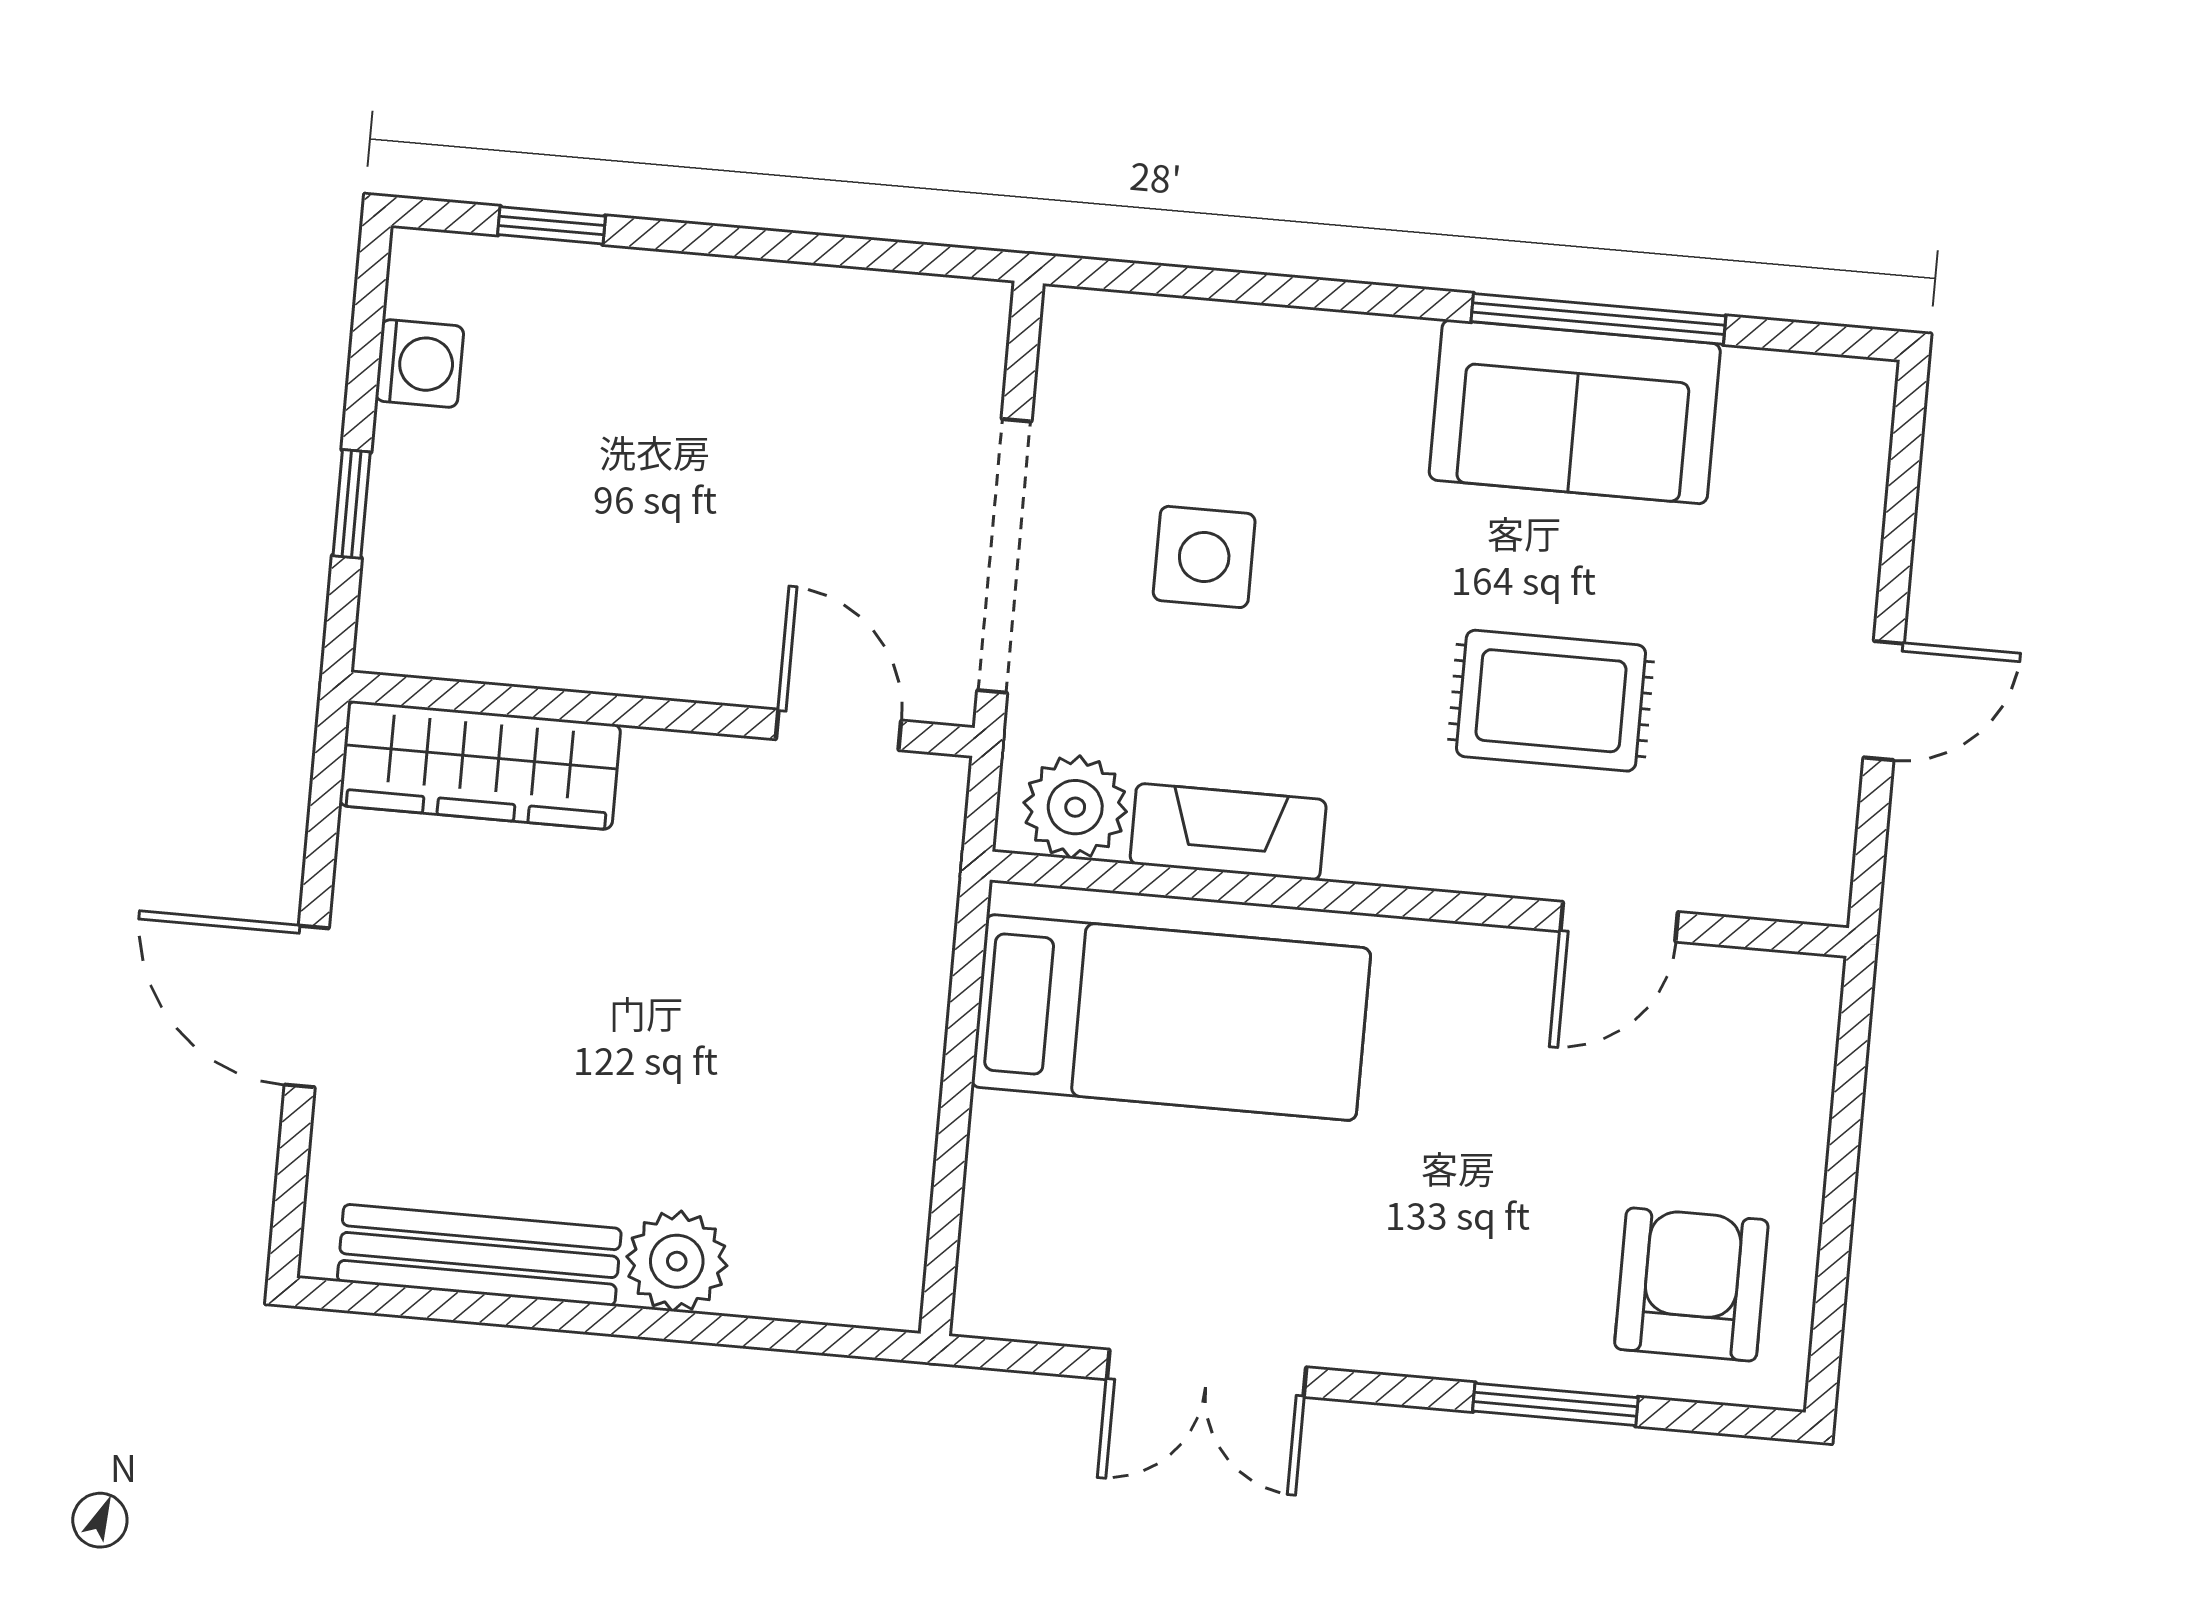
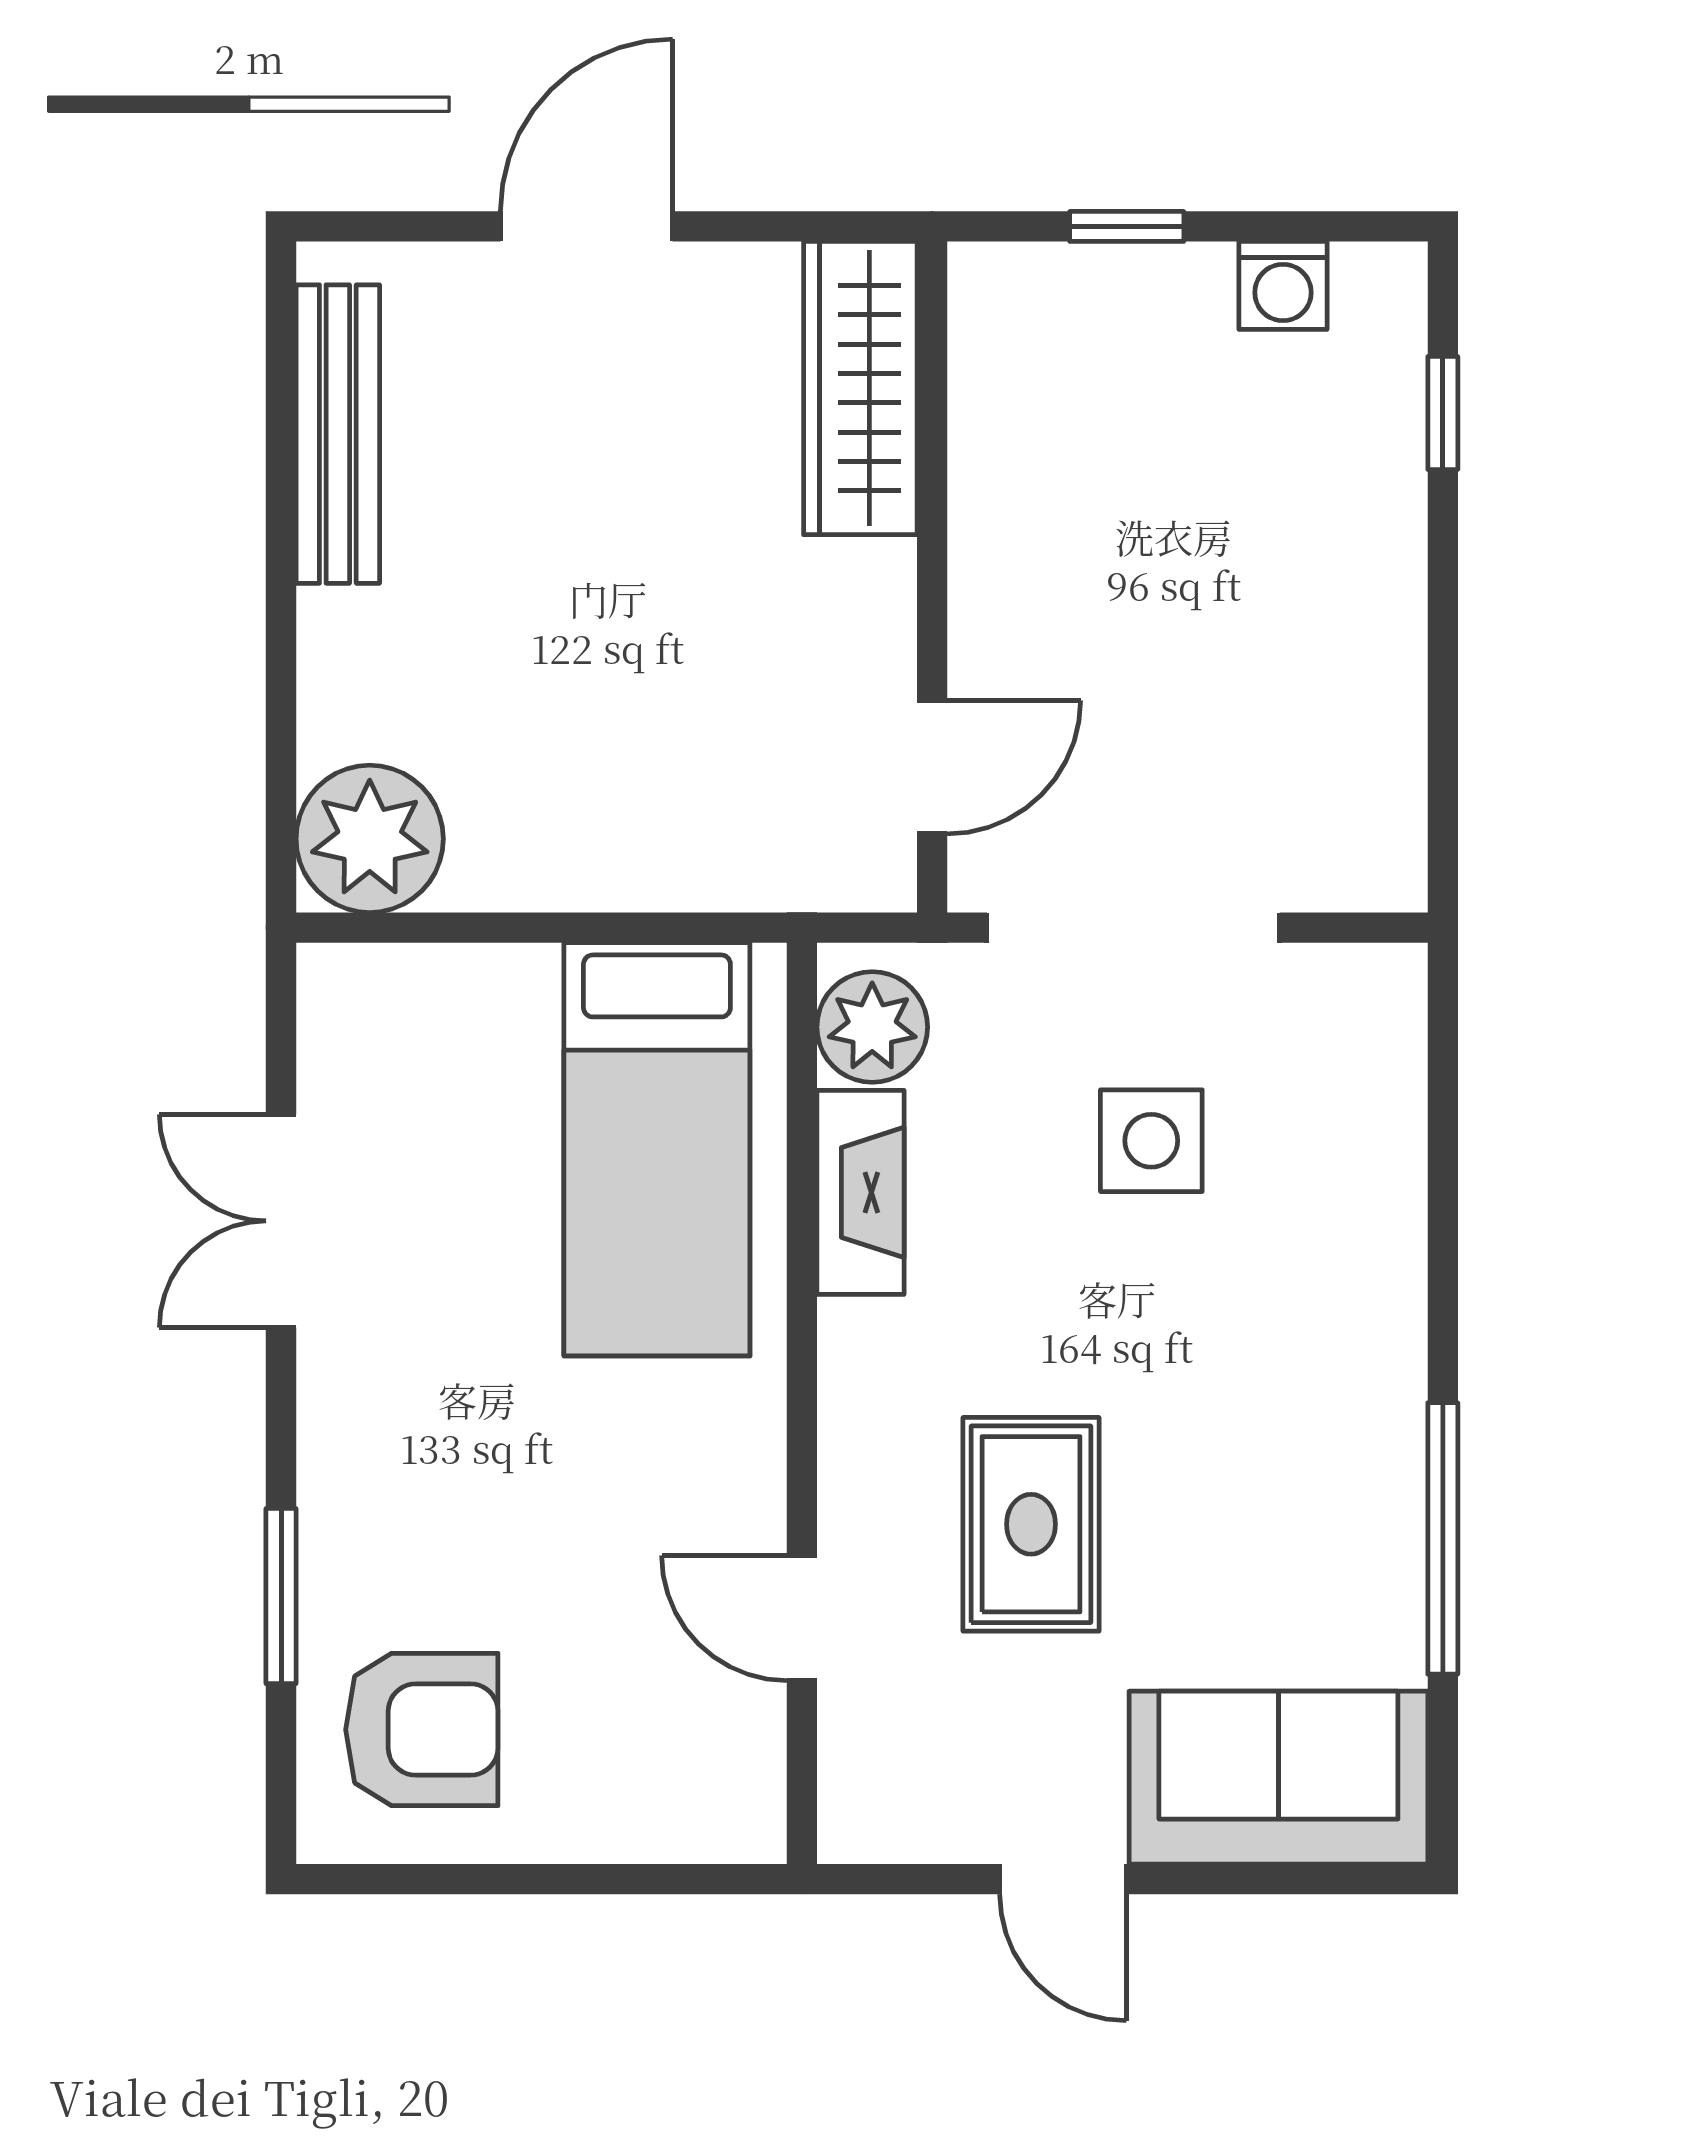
sofa: (1575, 412) -> (1278, 1778), moved, turned 90
plant: (677, 1261) -> (370, 839), moved, width x1.36, depth x1.36

